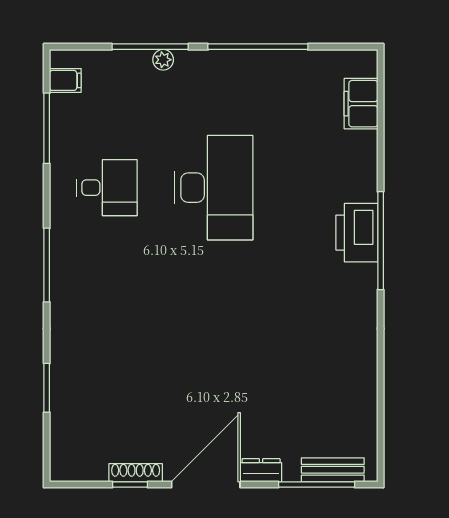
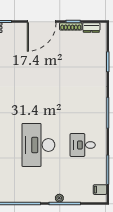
dresser: (261, 470) -> (91, 27), moved

